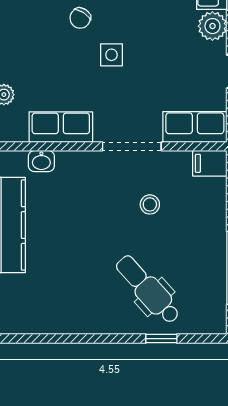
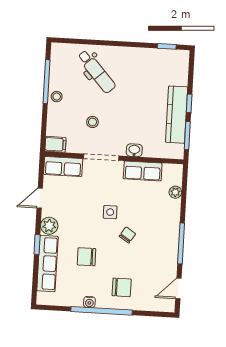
washbasin: (41, 161) -> (134, 150), moved
stool: (212, 244) -> (57, 97), added
window: (161, 339) -> (167, 46), moved

